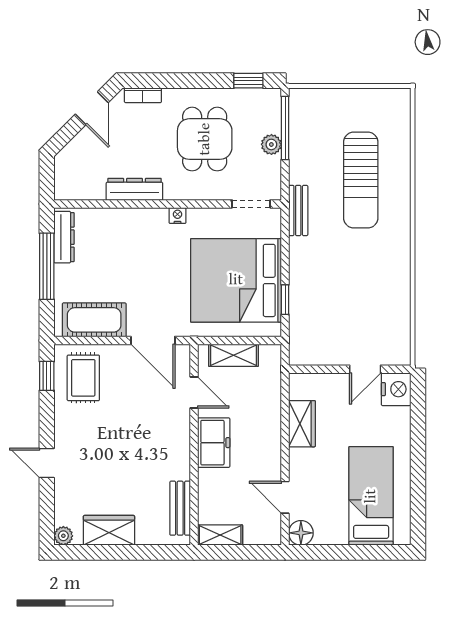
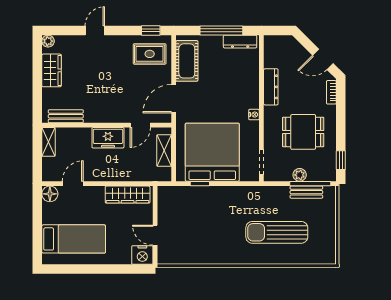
bench: (298, 210) -> (306, 192), moved
wardrobe: (302, 424) -> (128, 195), width x1.50

